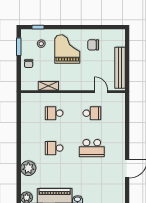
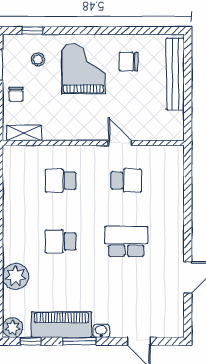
bench: (120, 68) -> (175, 74), moved
shelving: (48, 86) -> (24, 133), moved
door: (101, 92) -> (120, 143), moved
school desk: (92, 148) -> (126, 241), turned 180

